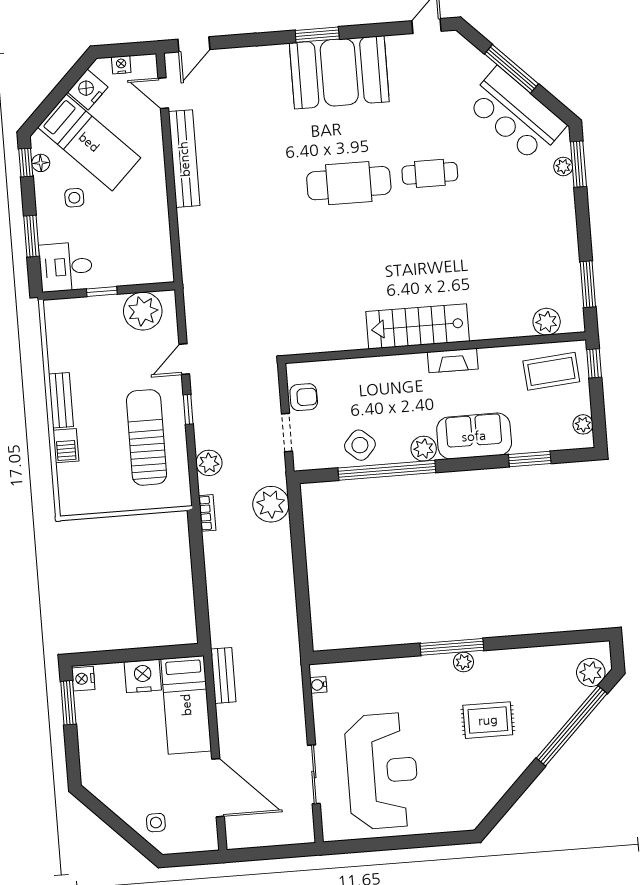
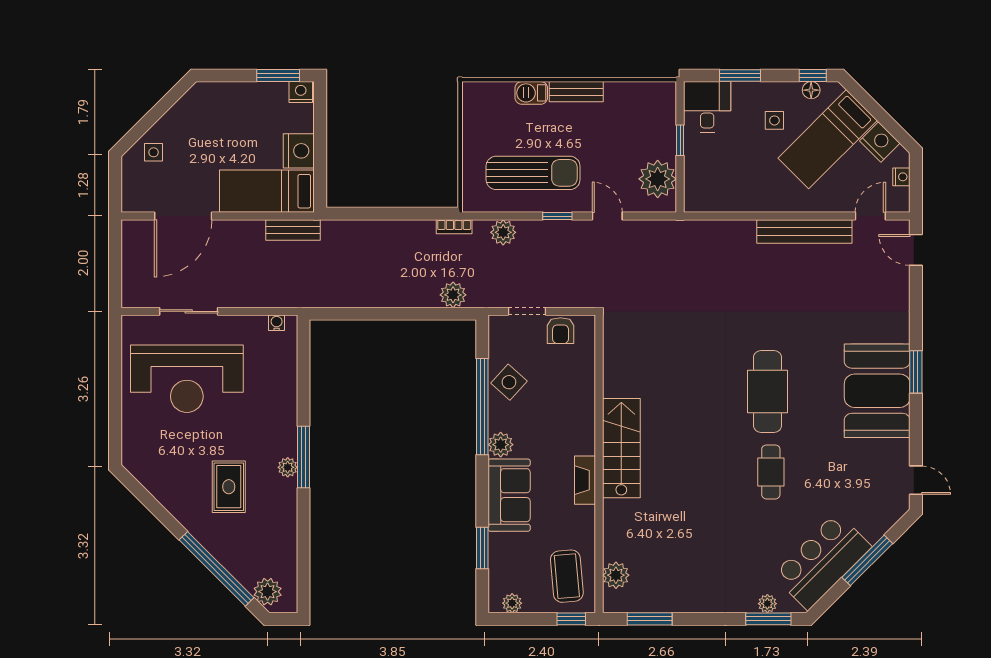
plant: (271, 504) -> (453, 295), width x0.73, depth x0.73

